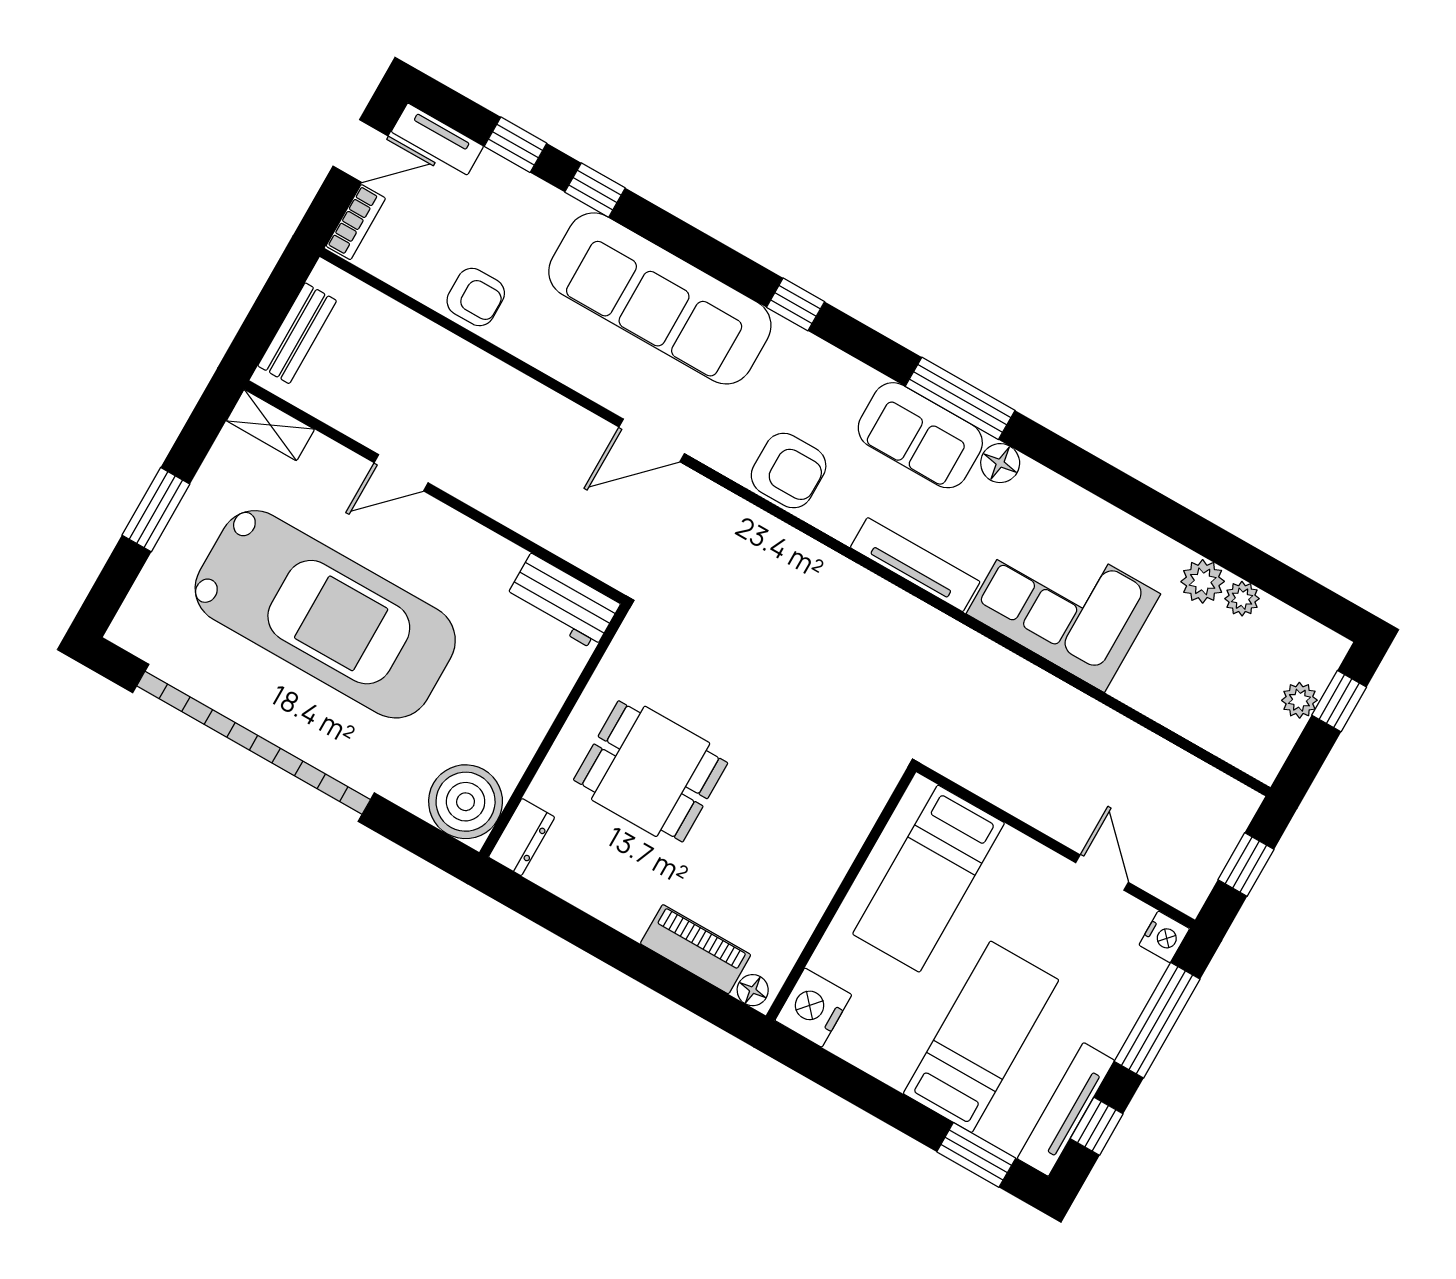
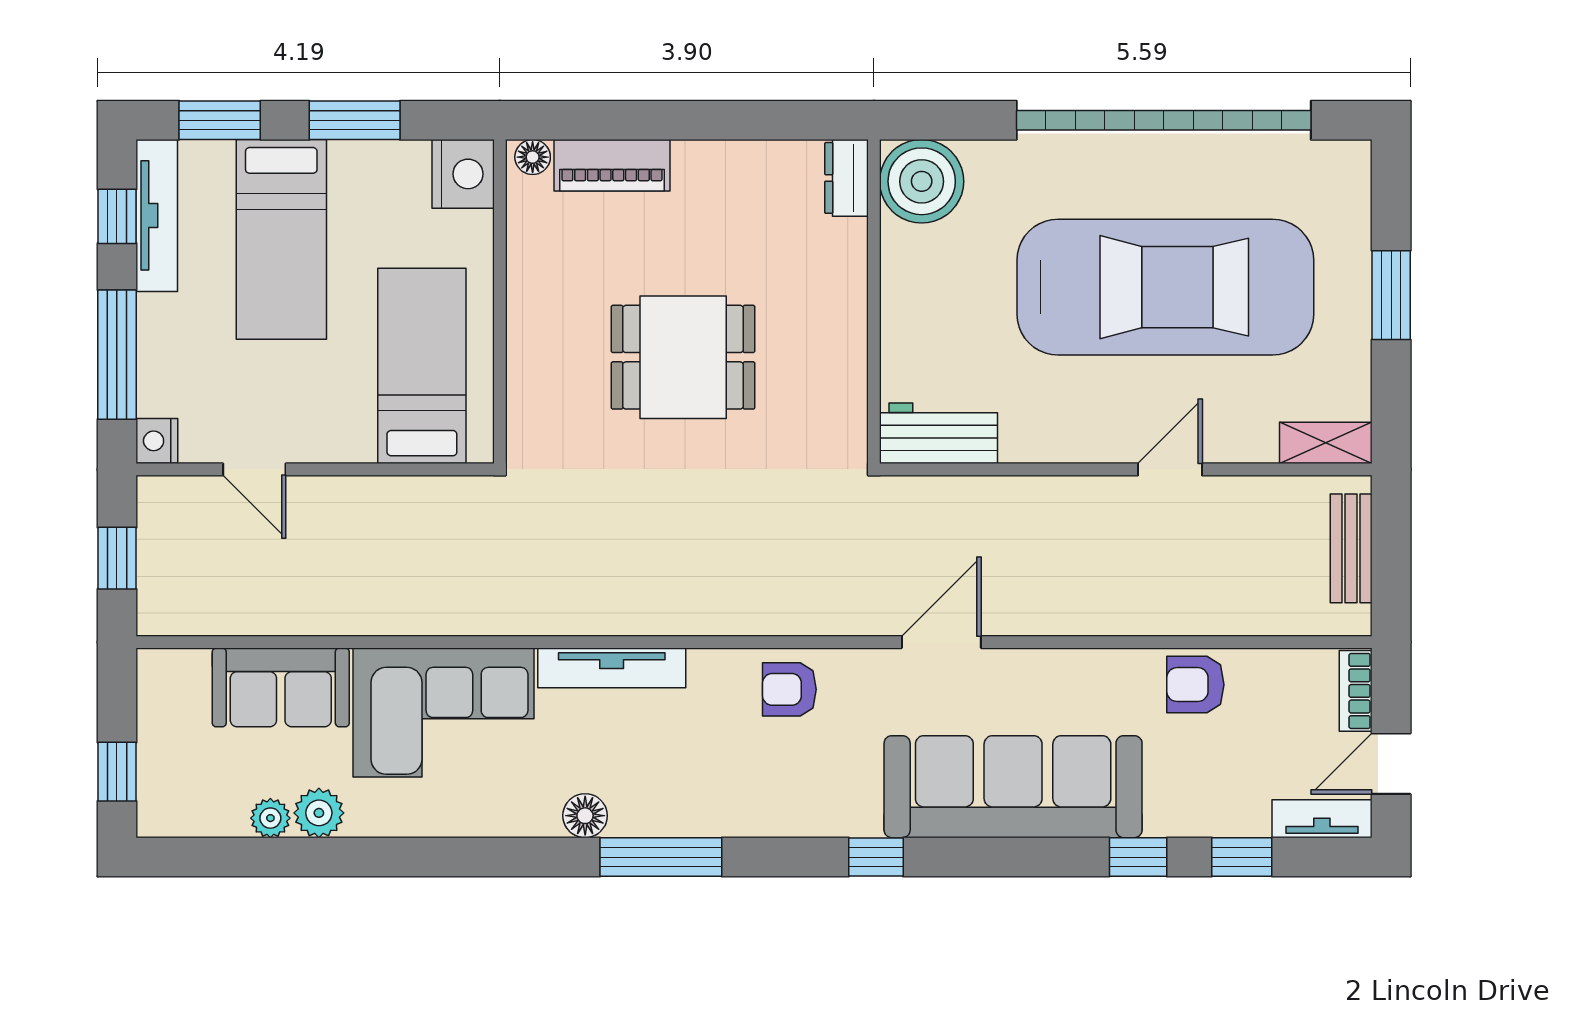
sofa: (920, 435) -> (281, 687), moved, turned 180
armchair: (789, 471) -> (789, 689), width x0.72, depth x0.72
car: (325, 614) -> (1165, 287), turned 180
plant: (1299, 700) -> (157, 750), removed
dining table: (651, 771) -> (683, 357), moved
window: (873, 1096) -> (355, 120), added

